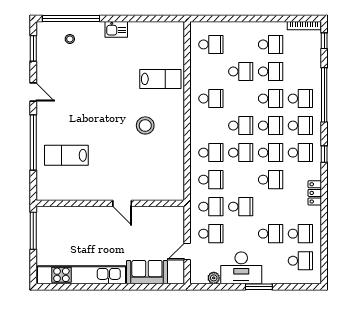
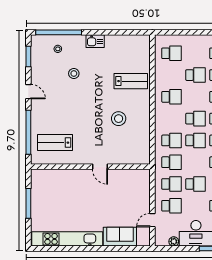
stool: (90, 70) -> (74, 74), added
wall: (110, 203) -> (90, 167), moved
door: (122, 203) -> (100, 167), moved

